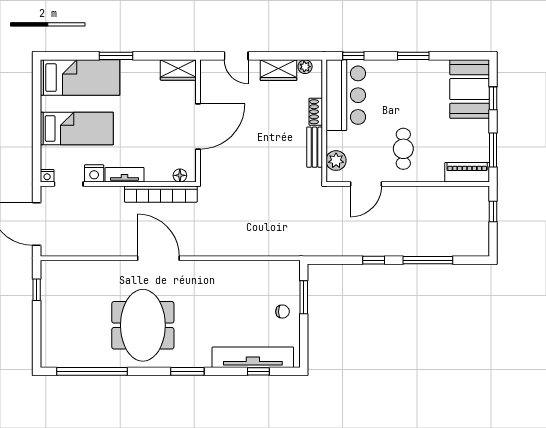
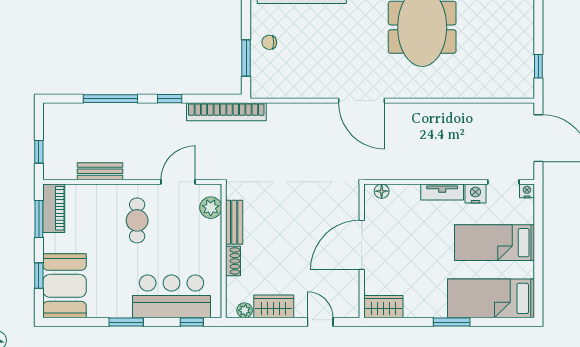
bar counter: (346, 95) -> (171, 296), moved, turned 90
piano: (467, 172) -> (54, 208), moved, turned -90
bookcase: (161, 194) -> (226, 112), moved, turned 180
bench: (437, 194) -> (100, 171), added
door: (158, 258) -> (362, 101), moved

